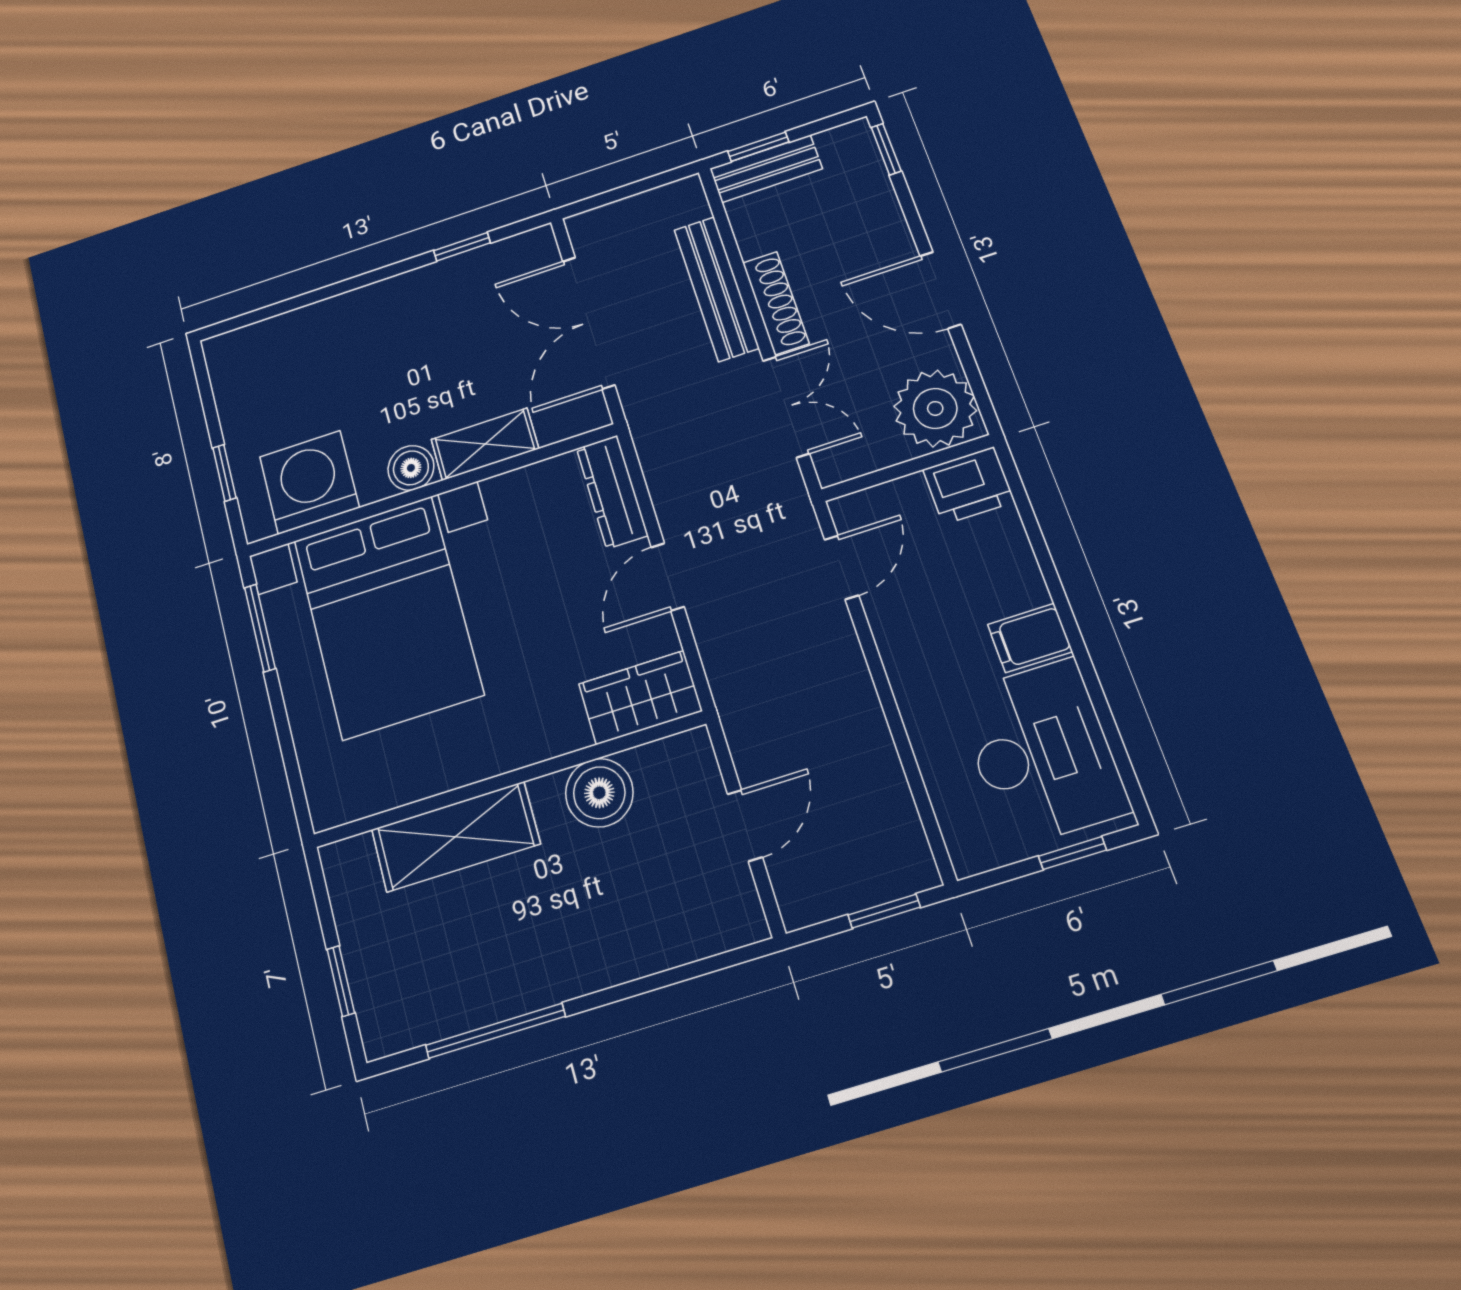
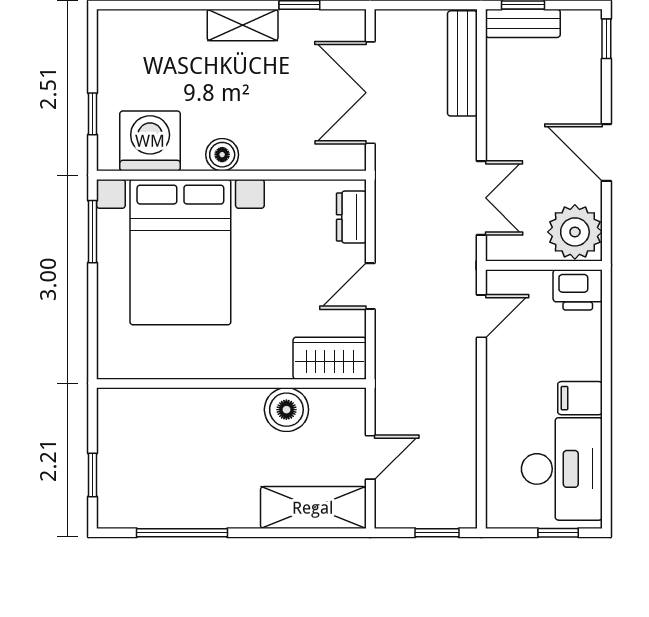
bench: (716, 289) -> (462, 63), moved
shoe rack: (776, 303) -> (498, 123), removed
shelving: (485, 444) -> (243, 25), moved
dresser: (612, 492) -> (351, 217), width x0.70
shelving: (455, 837) -> (313, 508), moved

